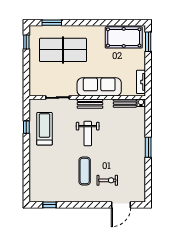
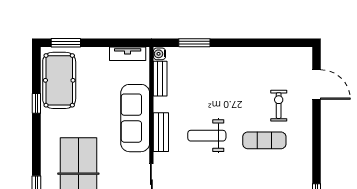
window: (109, 23) -> (36, 103), added
weight bench: (88, 134) -> (207, 136), turned 180
window: (148, 147) -> (194, 43), moved

